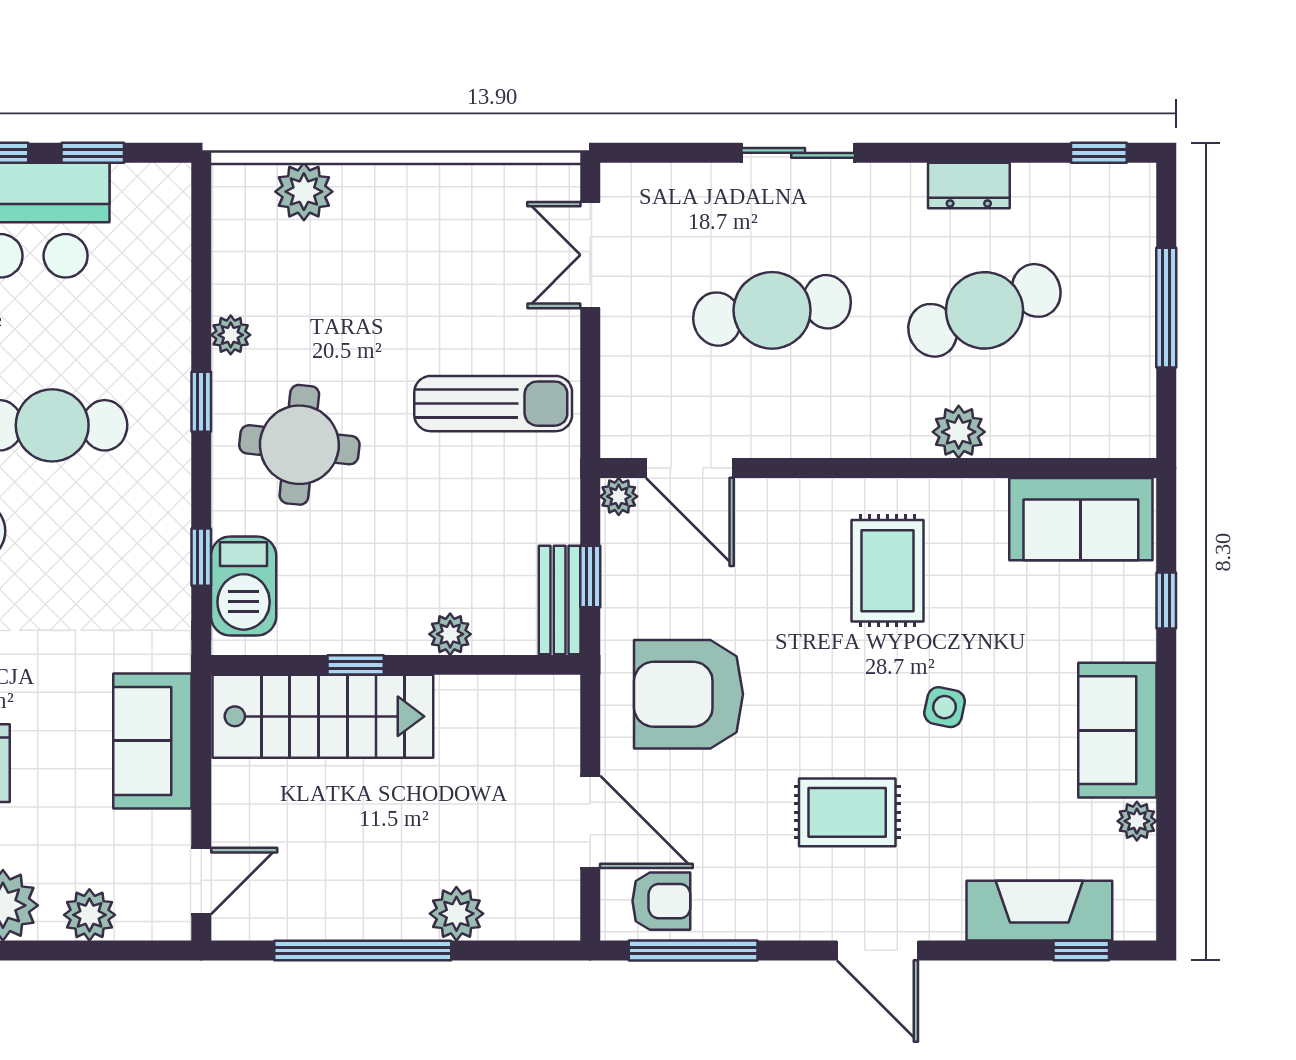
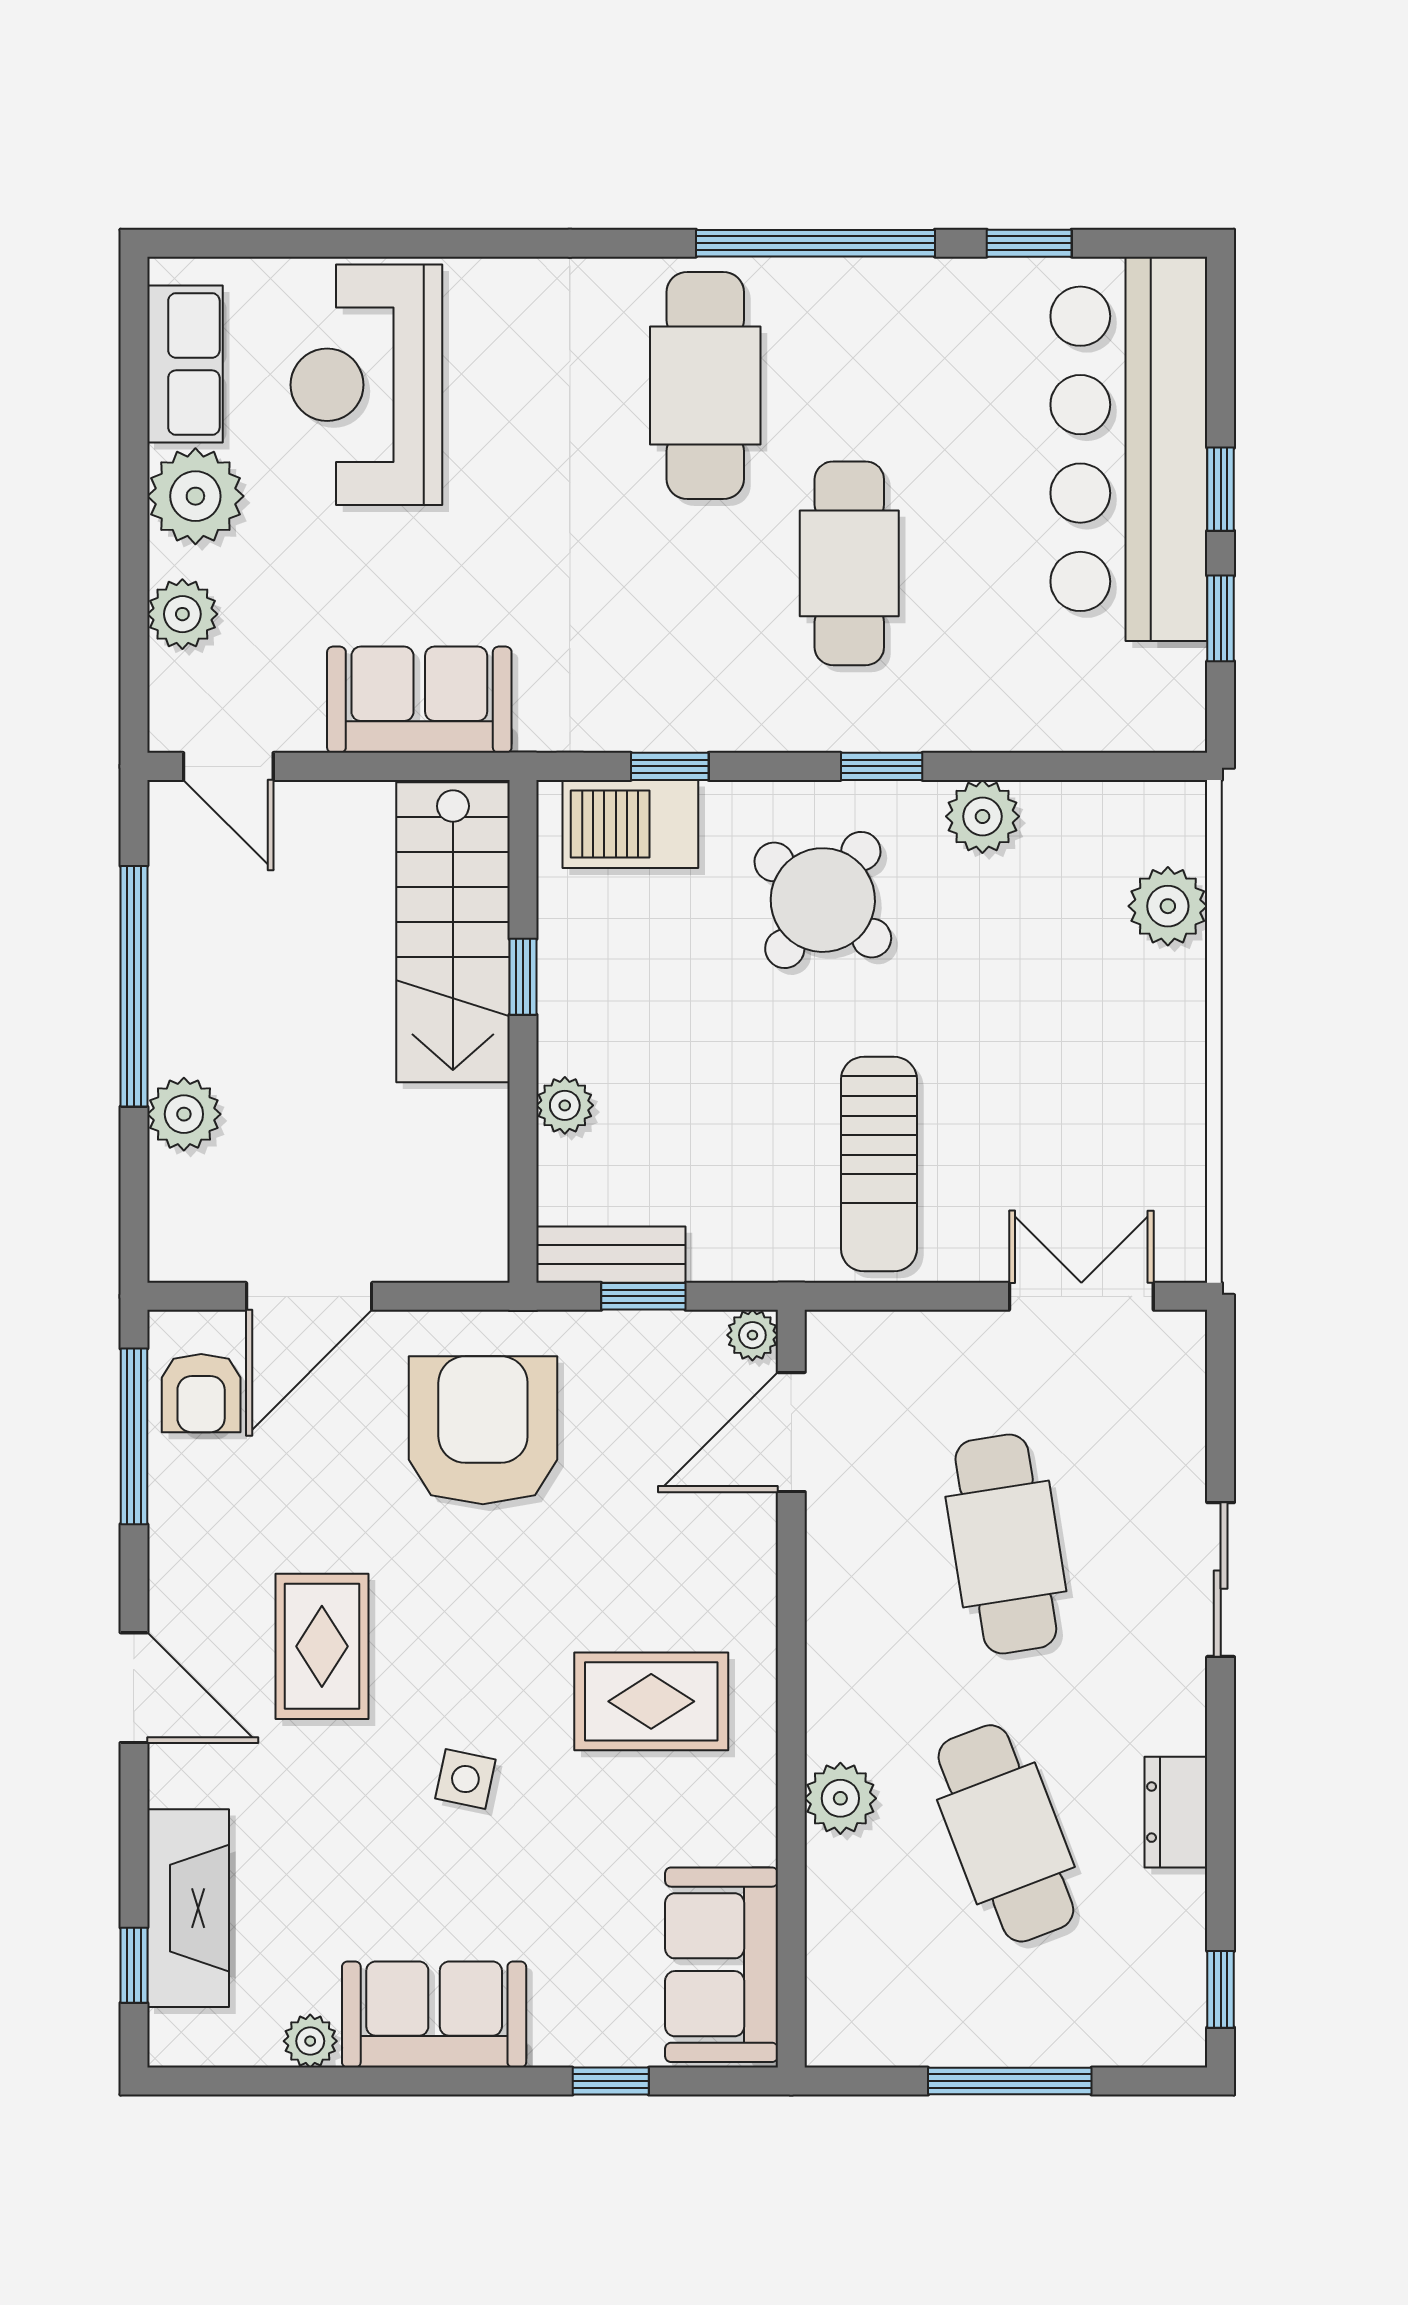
plant: (231, 335) -> (982, 816), width x1.38, depth x1.38
round table: (299, 445) -> (823, 900), turned 32
door: (878, 950) -> (134, 1688), swing flipped

